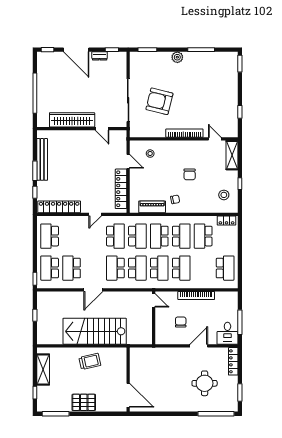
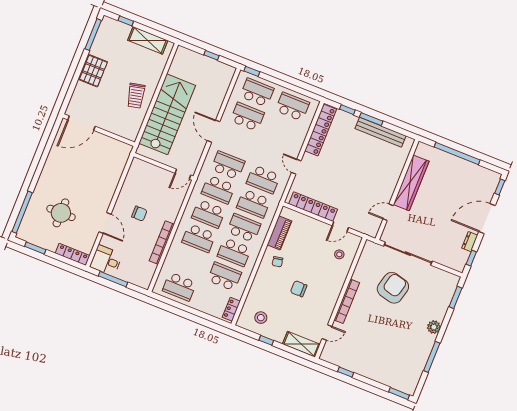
door: (154, 300) -> (183, 174), moved
wall: (154, 318) -> (164, 166), moved

